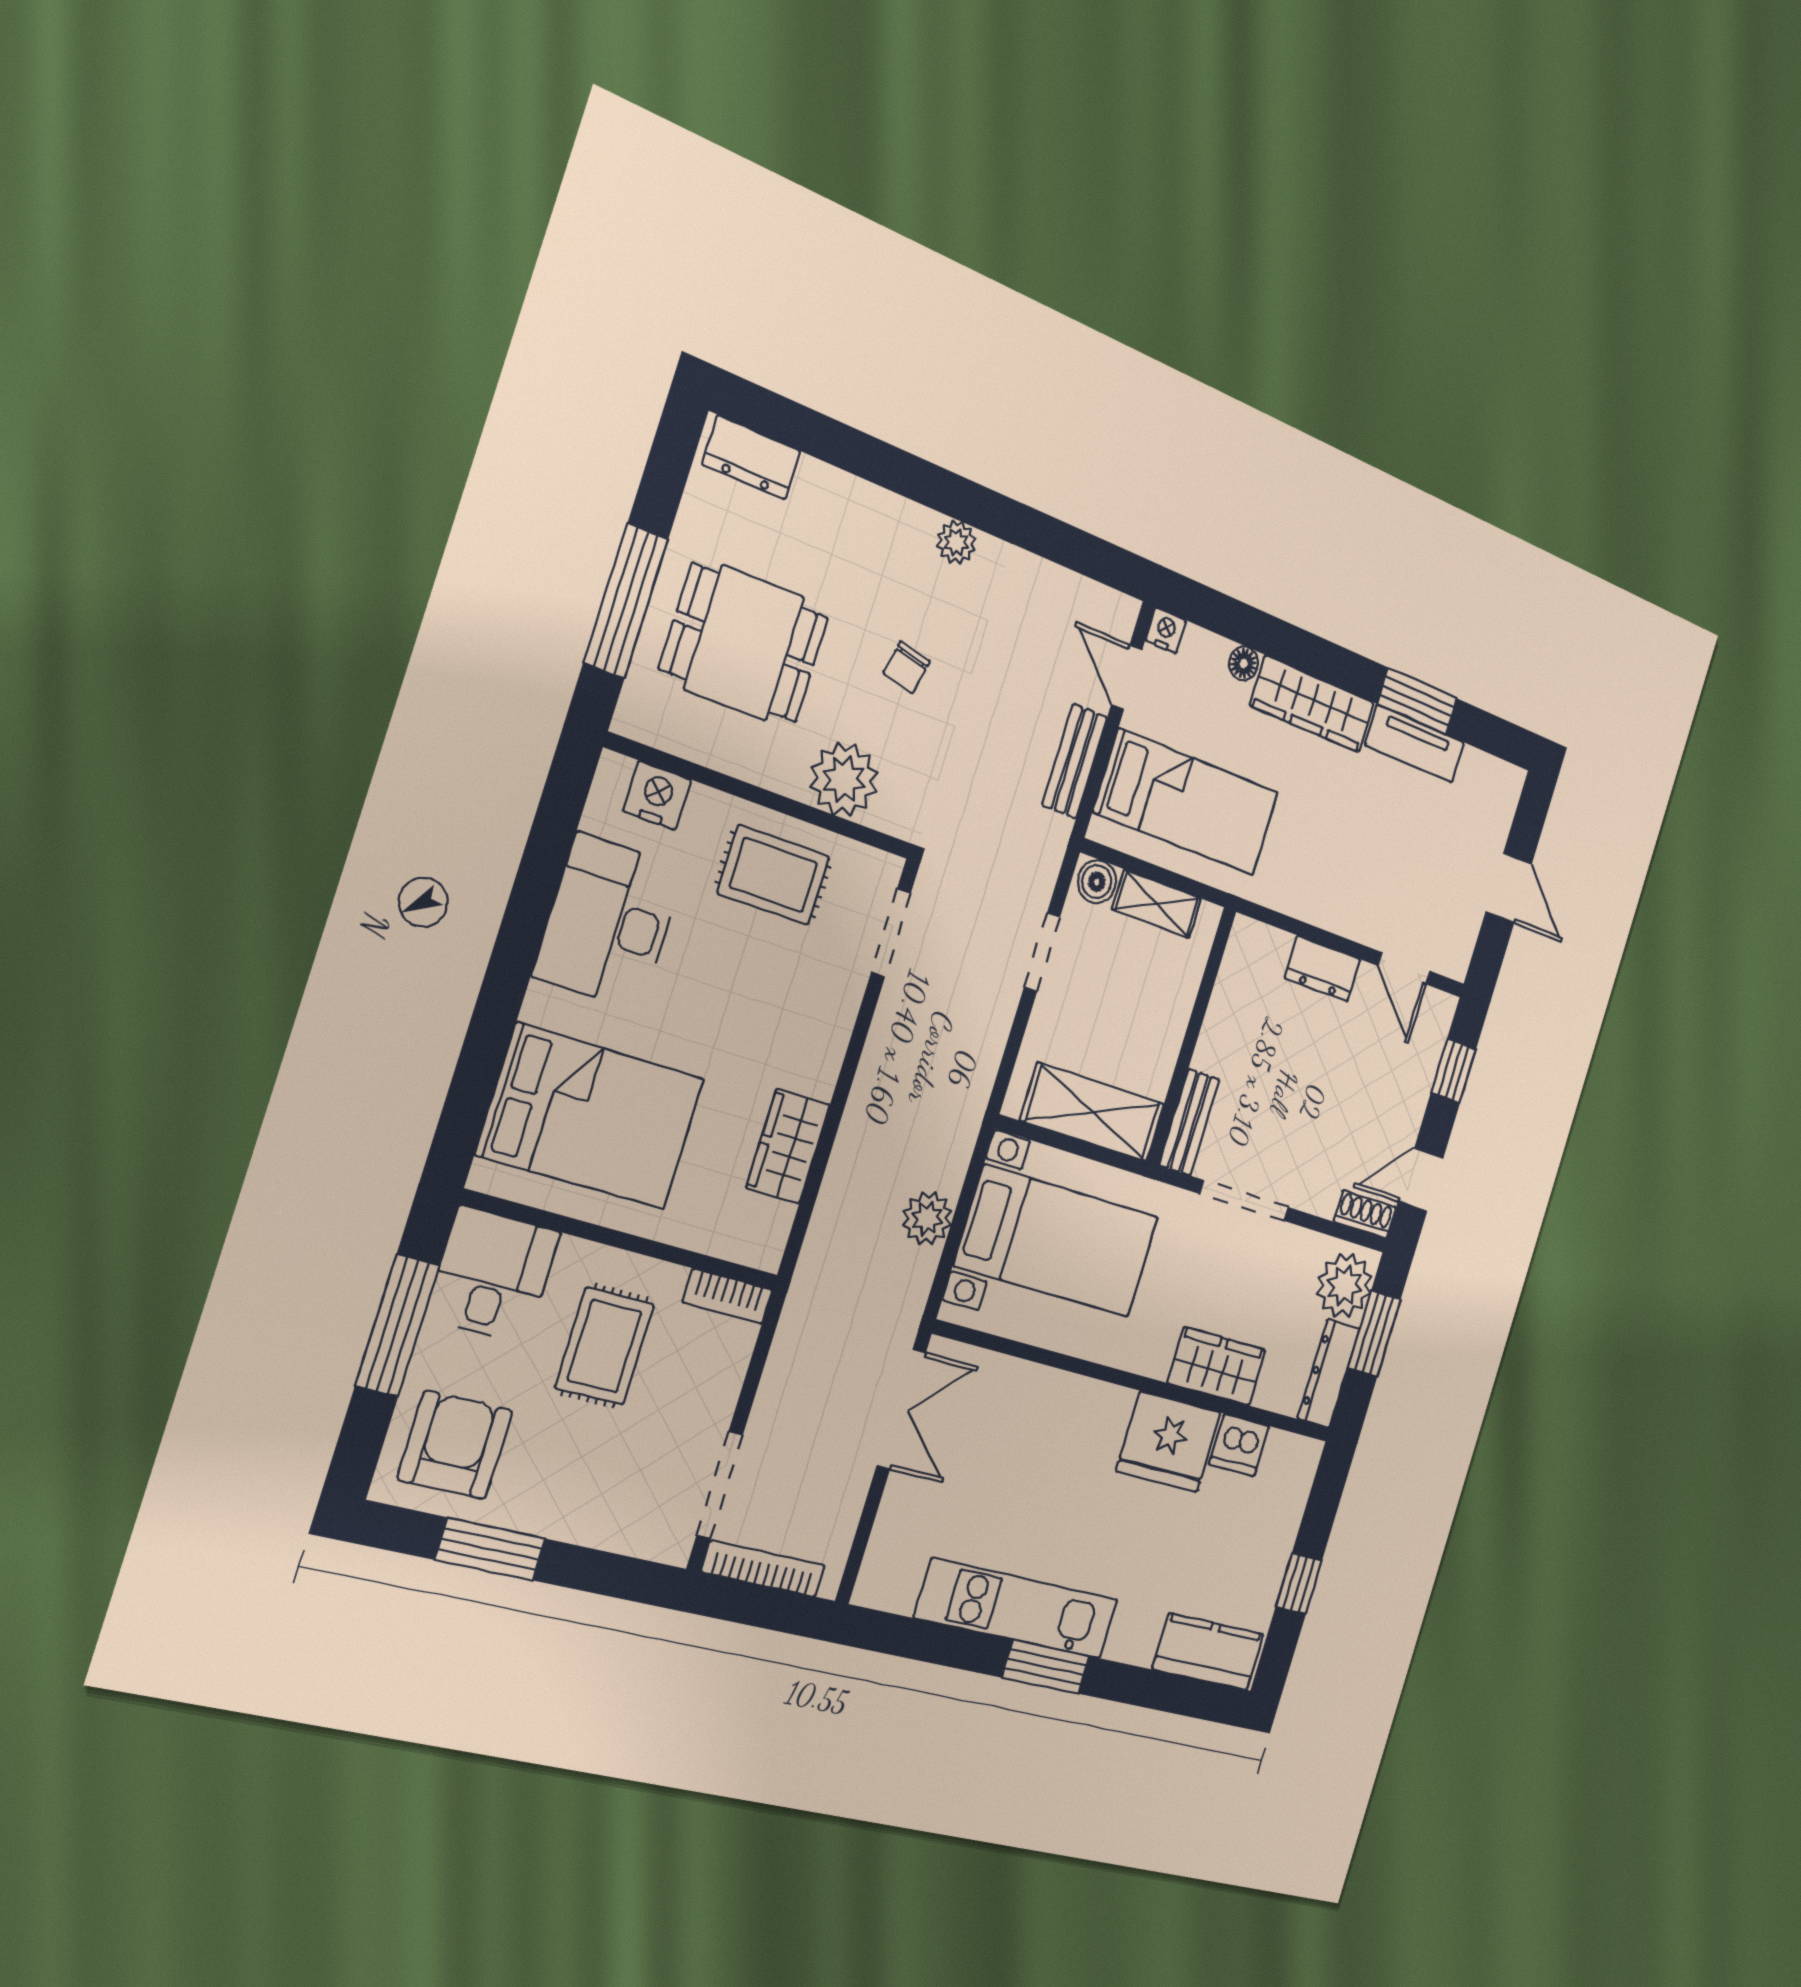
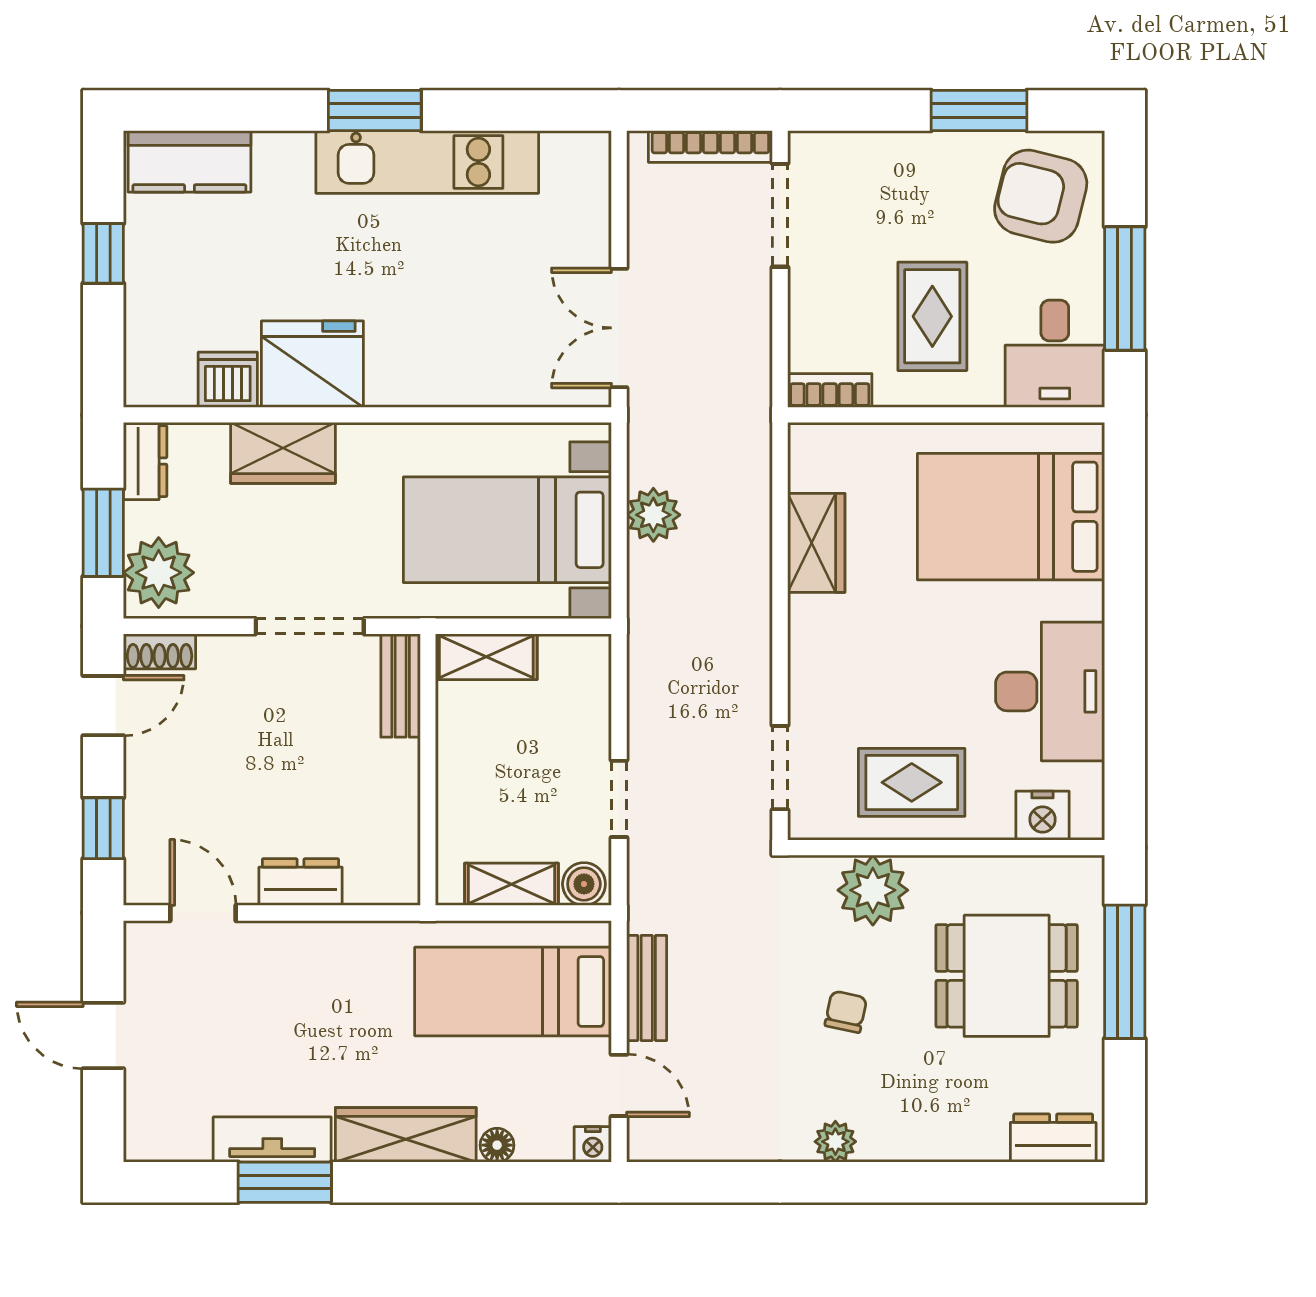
shelving: (1093, 1112) -> (486, 657), width x0.67, depth x0.75
dresser: (1329, 1374) -> (145, 461), width x0.70
armchair: (455, 1445) -> (1041, 196), turned 104

